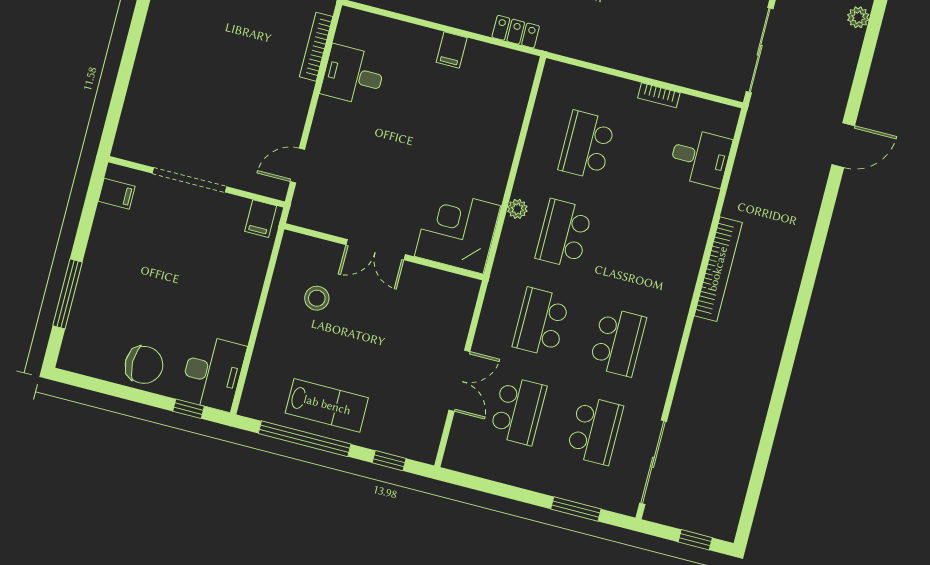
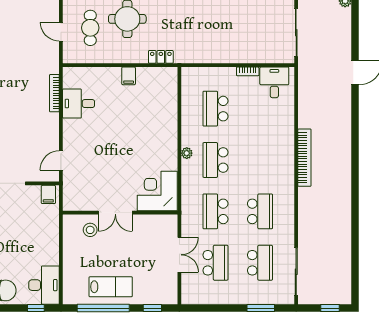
desk: (700, 158) -> (274, 82), moved, turned -90
corner desk: (458, 231) -> (157, 191), moved
double door: (376, 250) -> (115, 213), moved
wall: (384, 252) -> (120, 213), moved

